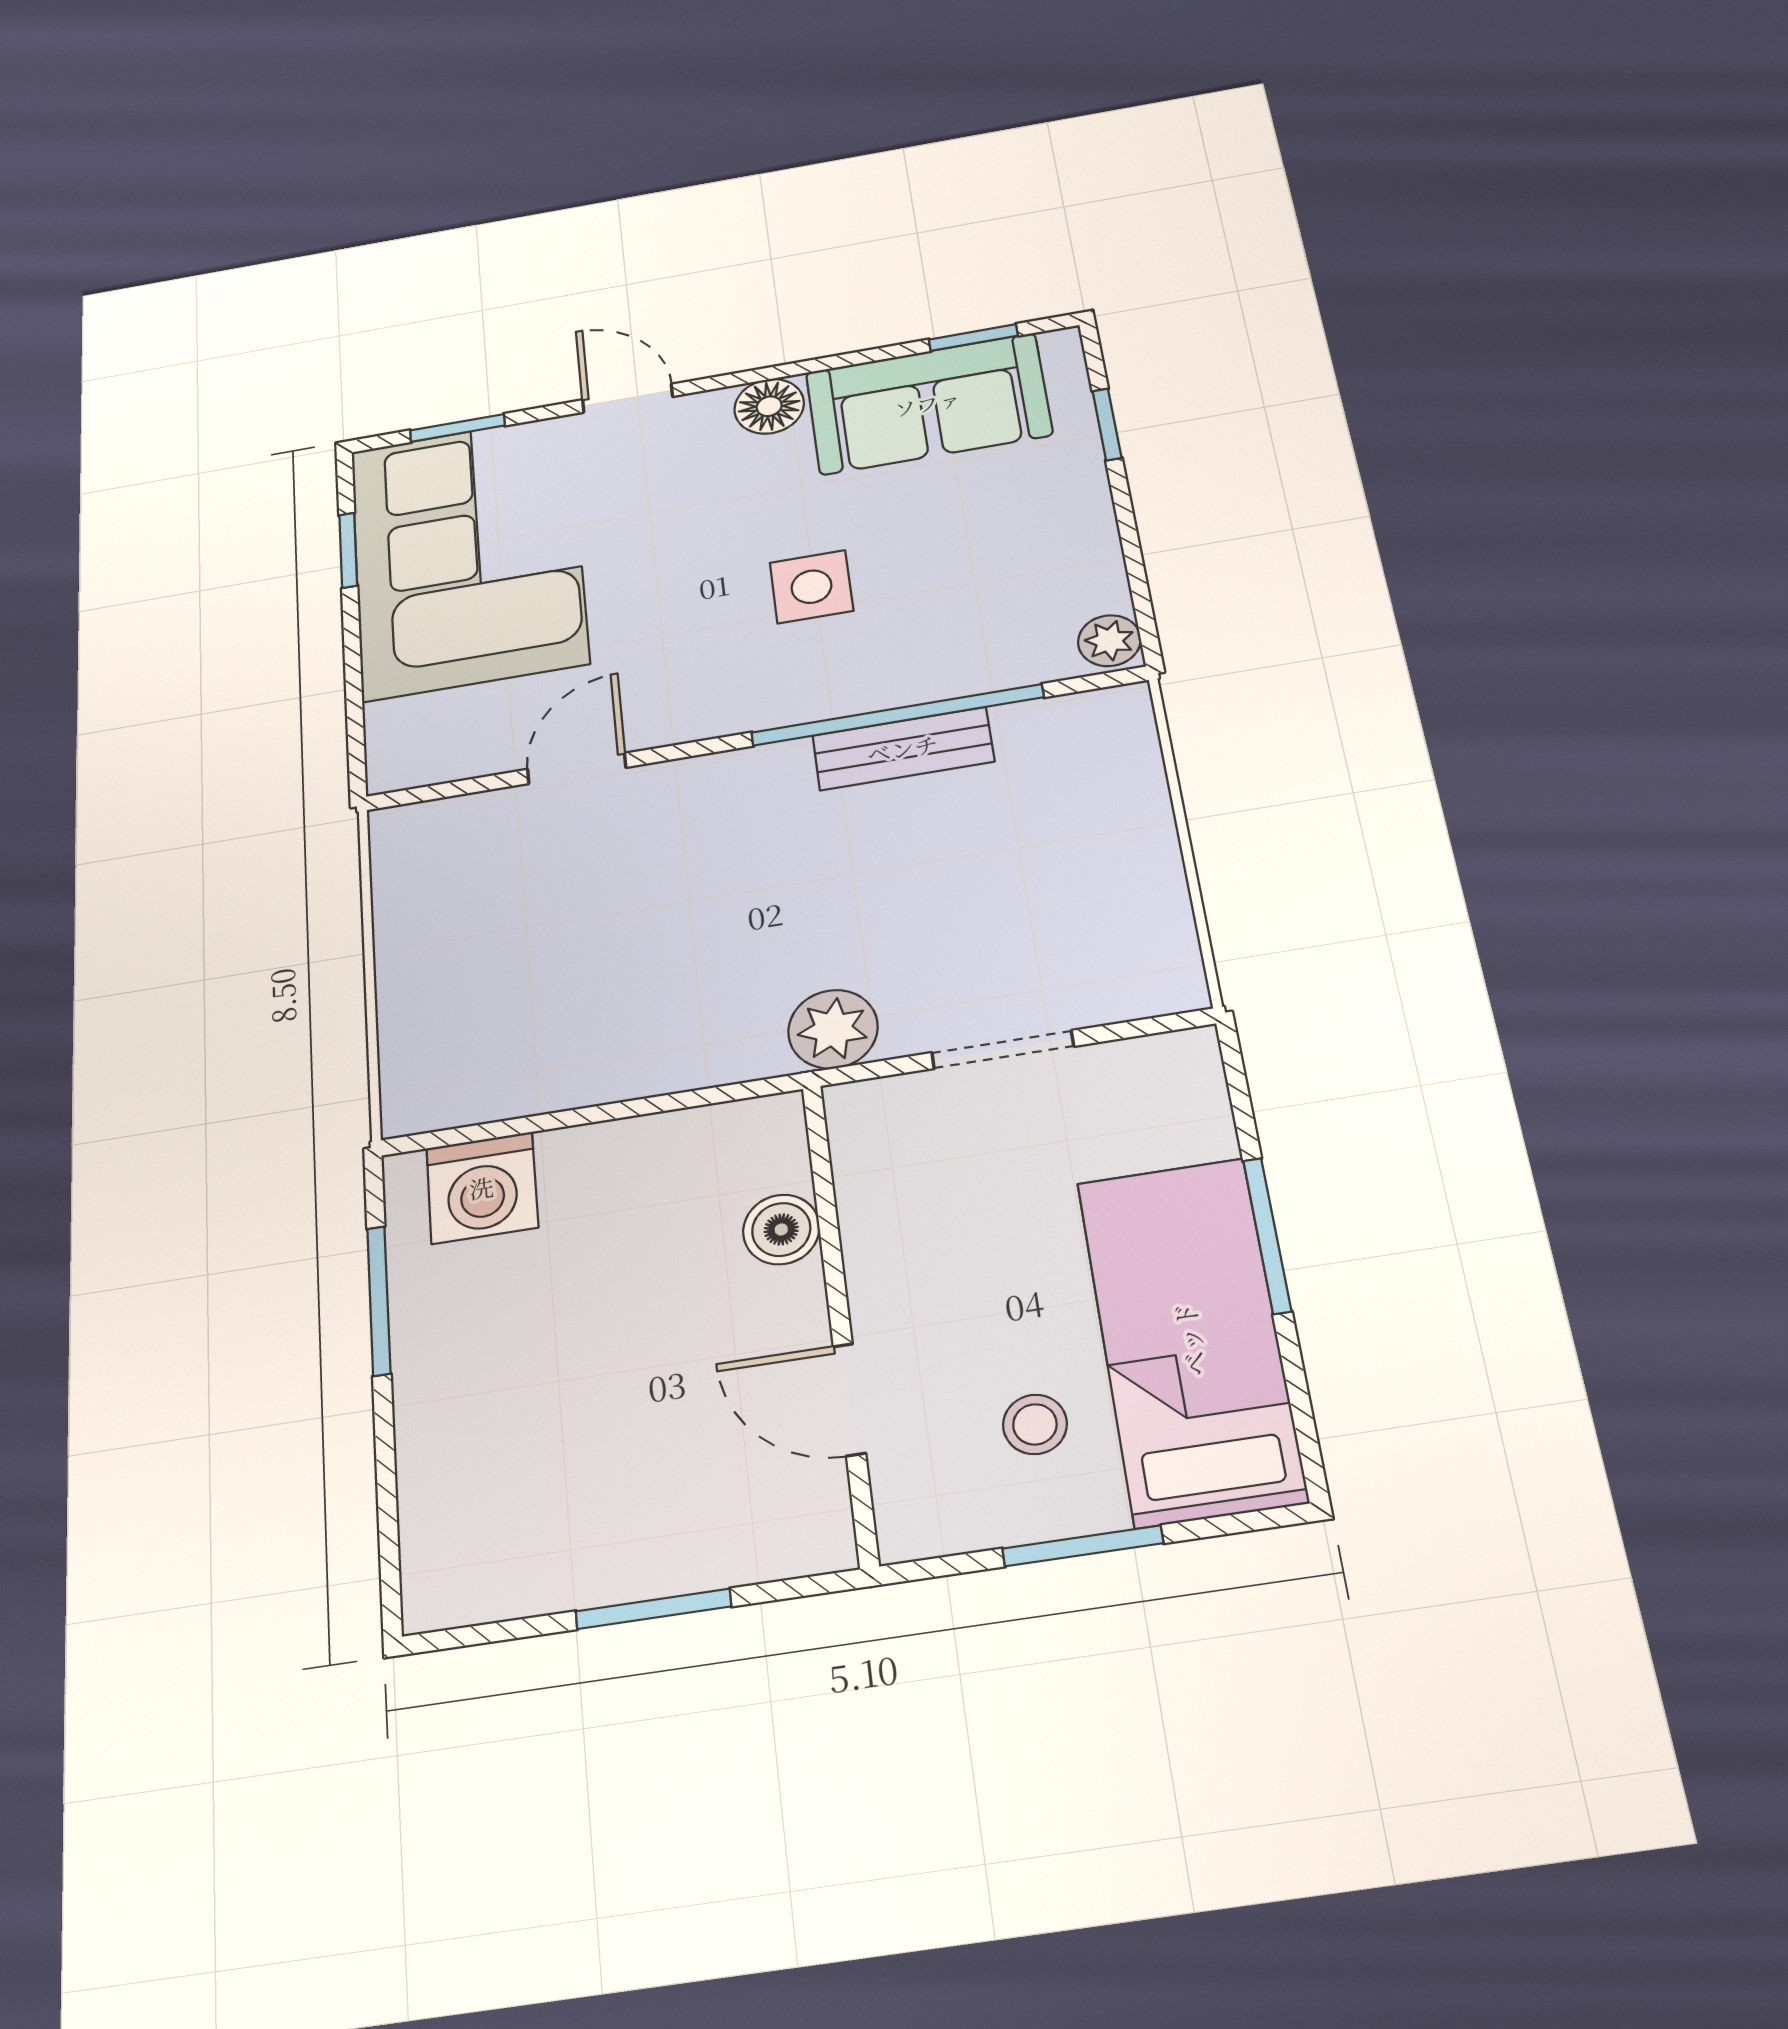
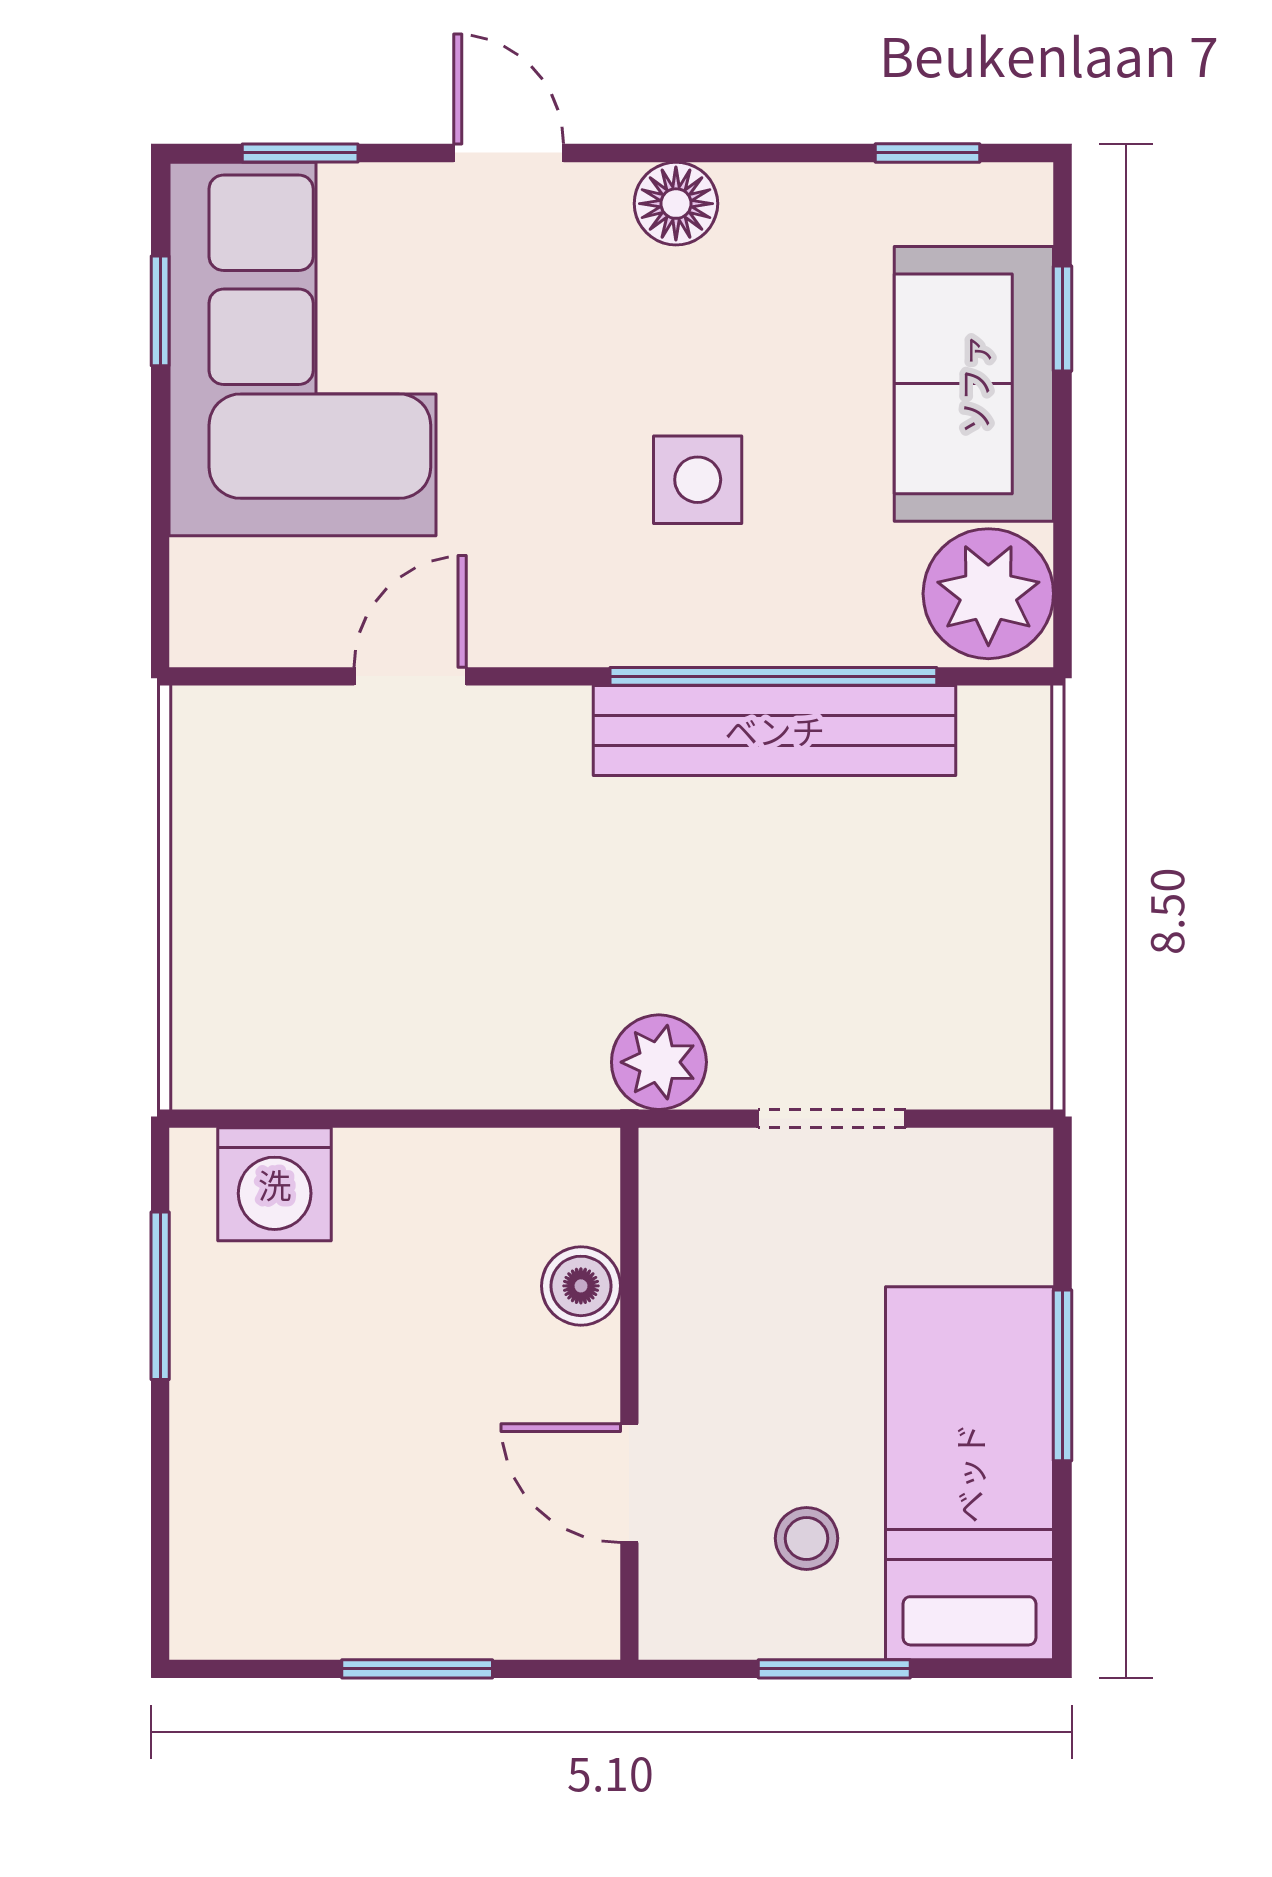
sofa: (928, 404) -> (974, 384), moved, turned 90
plant: (1109, 641) -> (988, 594), width x1.87, depth x1.87
bench: (903, 749) -> (775, 730), width x1.86, depth x1.21

